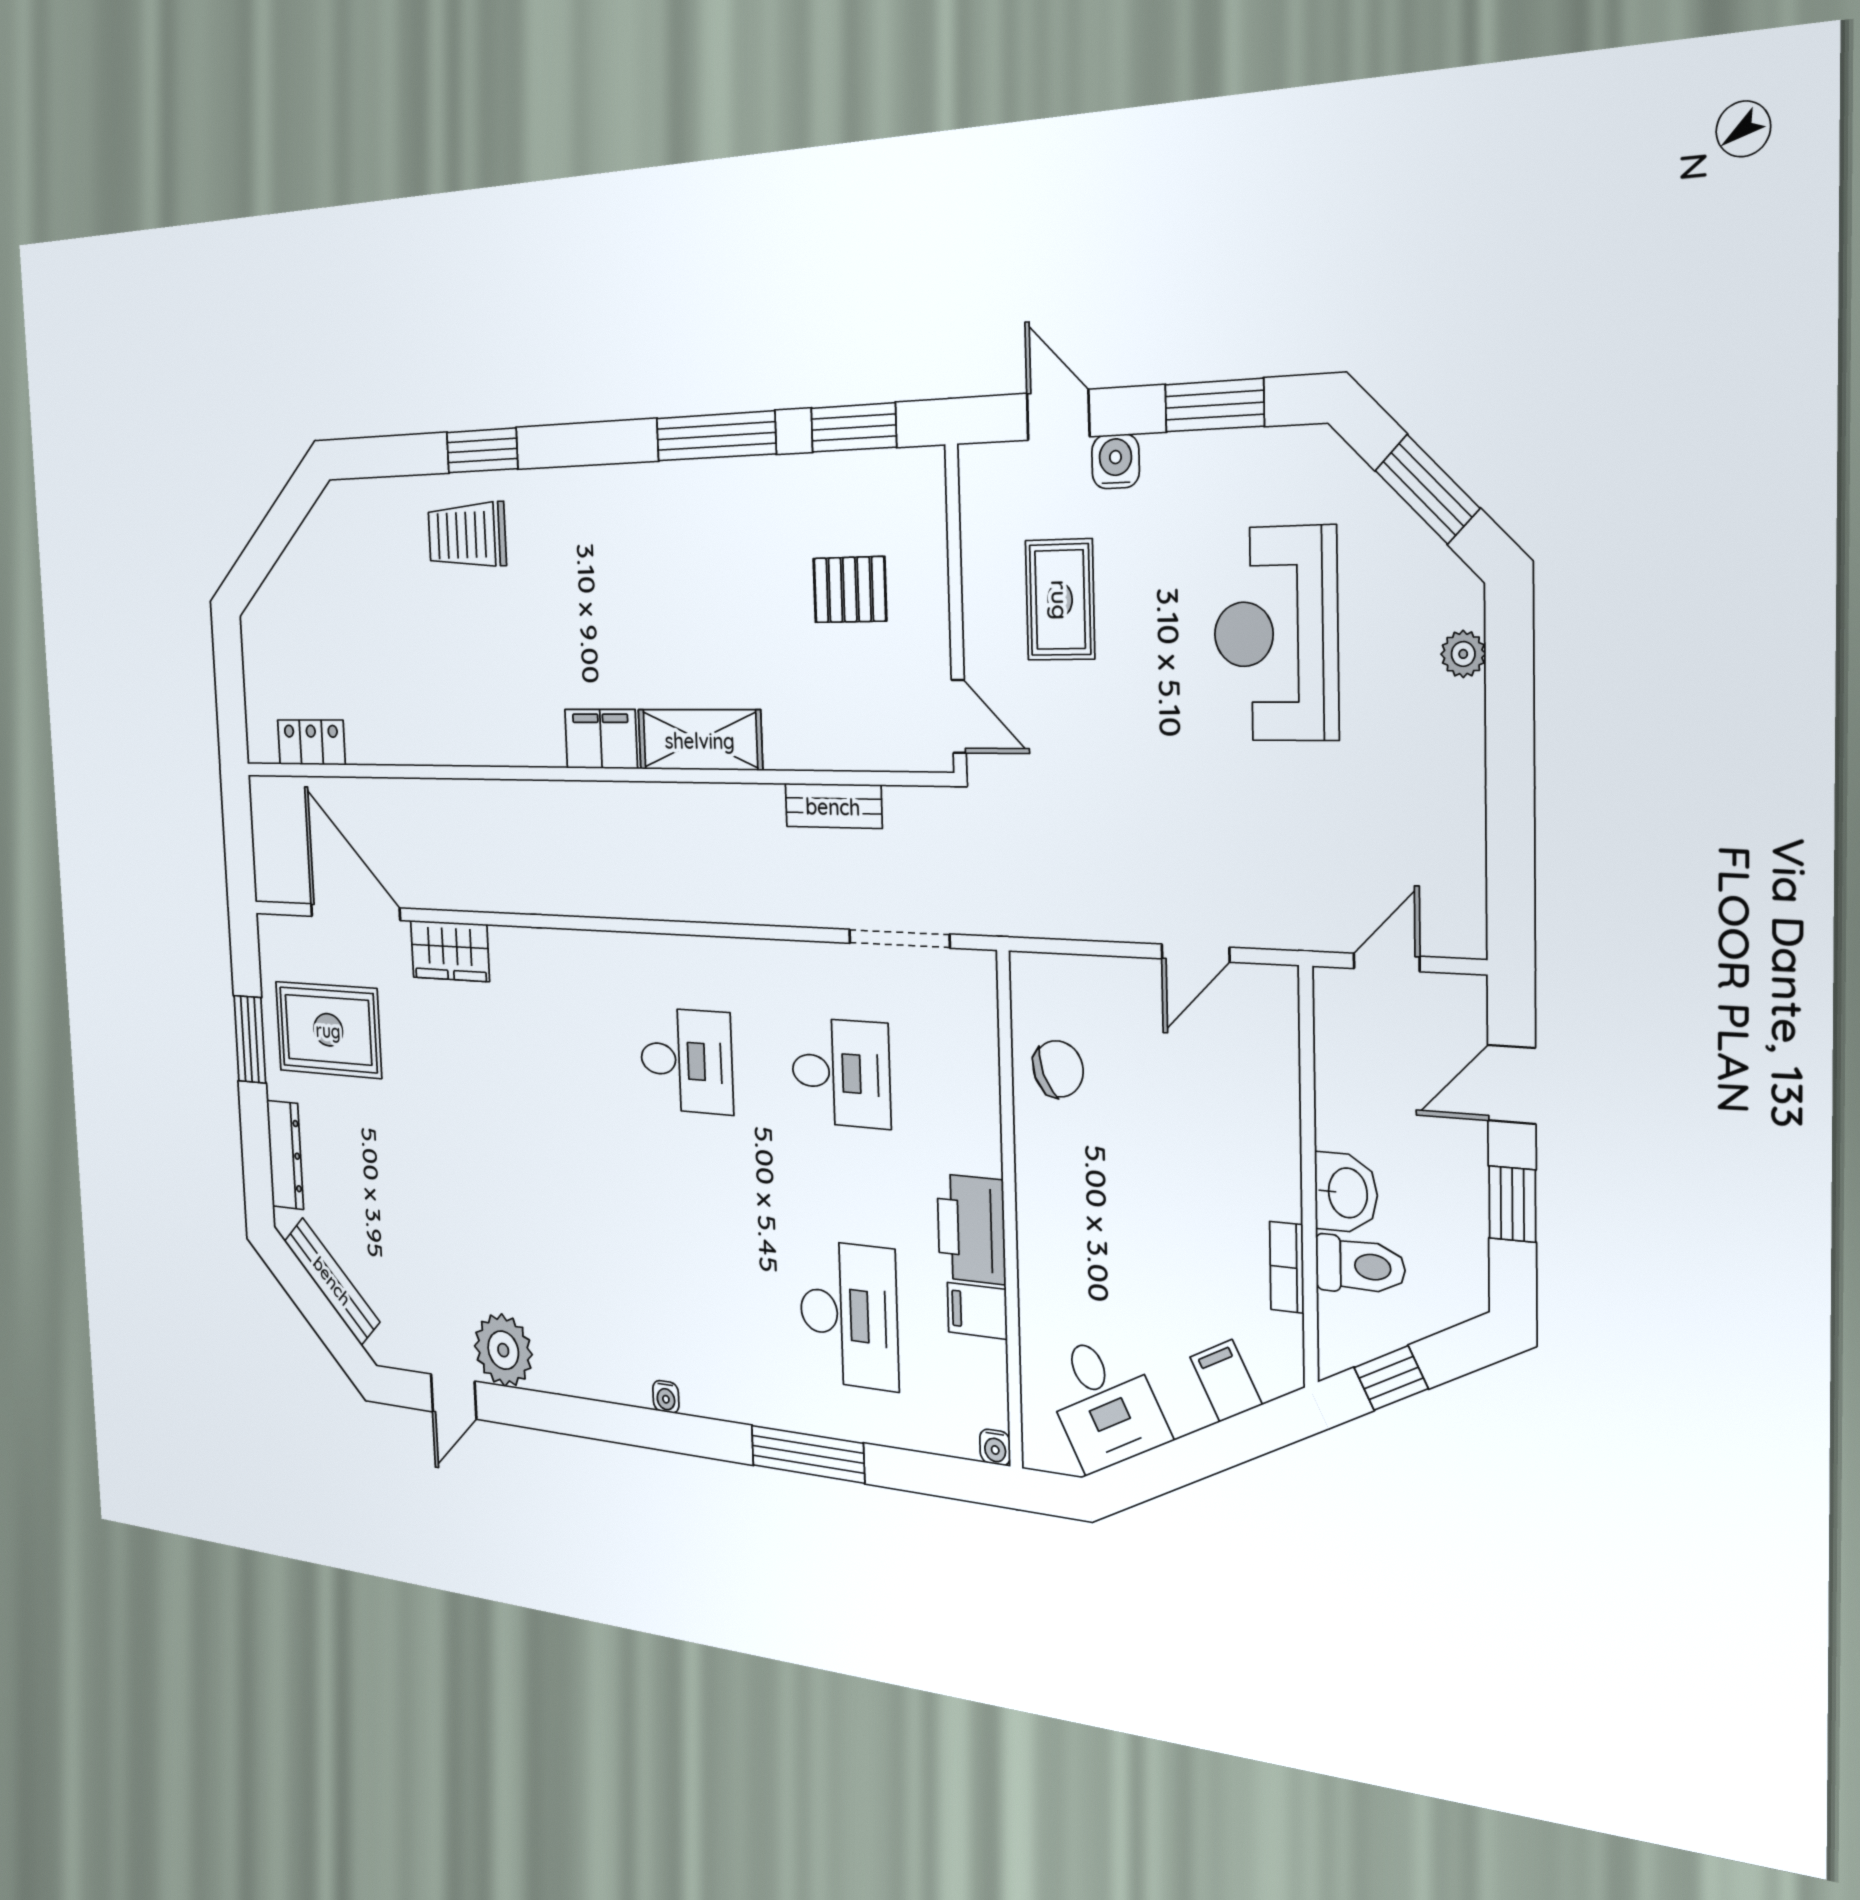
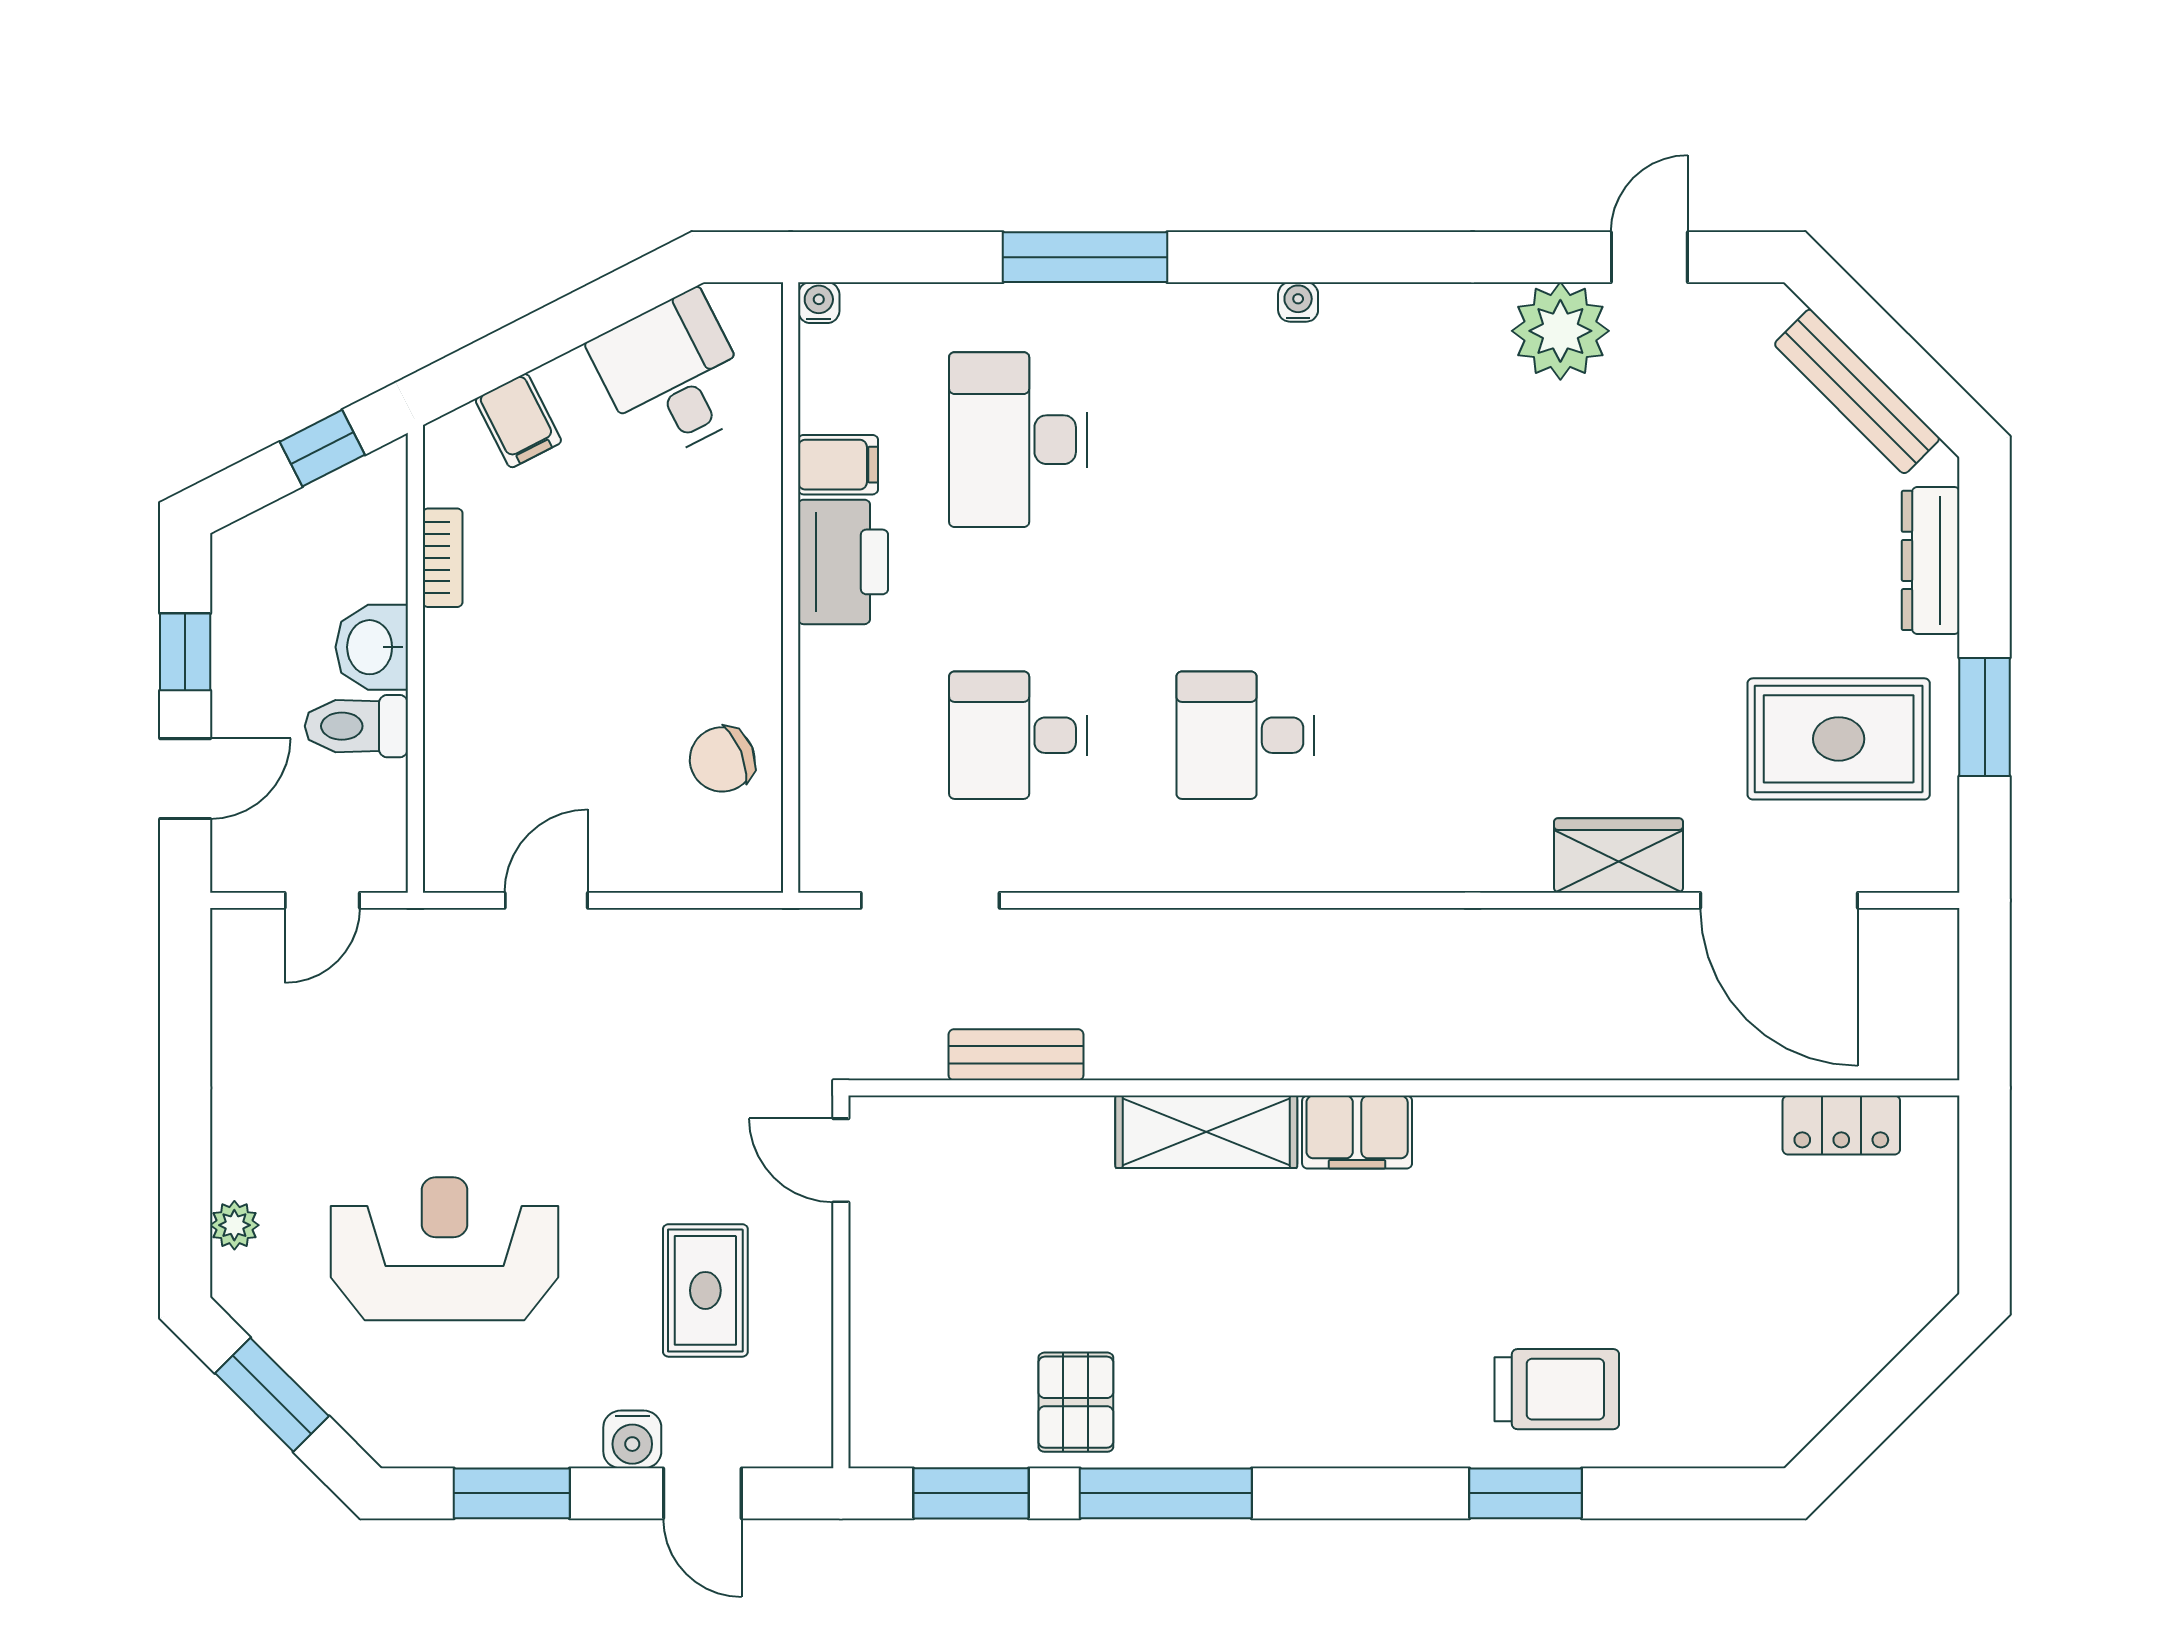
pallet: (850, 590) -> (1076, 1402), moved, turned 90
reception desk: (1276, 634) -> (444, 1249), turned -90
toilet: (1360, 1266) -> (356, 726), moved

